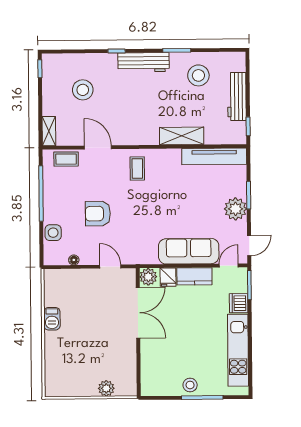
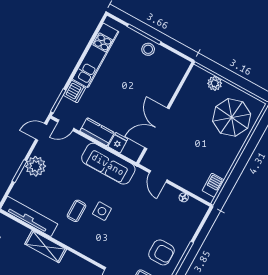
coffee table: (137, 168) -> (77, 211), moved
armchair: (98, 214) -> (161, 252), moved
side table: (53, 233) -> (102, 211), moved
sofa: (189, 251) -> (108, 164), moved
plant: (148, 277) -> (133, 152), removed
barbecue: (52, 319) -> (213, 185), moved
parasol: (71, 364) -> (232, 117), added

